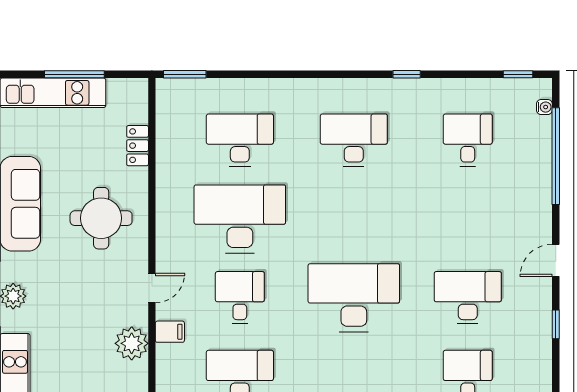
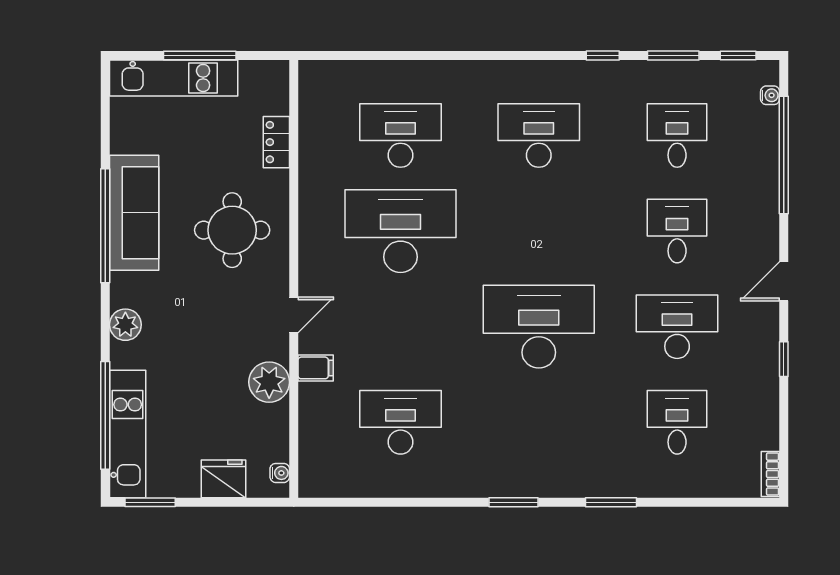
window: (185, 74) -> (673, 56), moved
desk: (240, 298) -> (677, 231), moved

